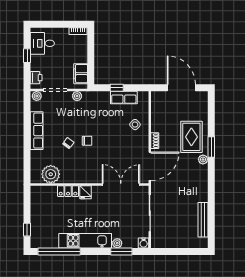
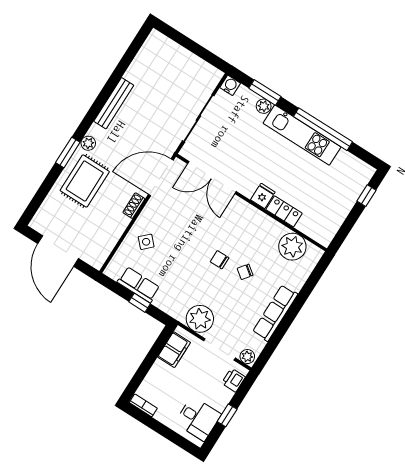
plant: (77, 96) -> (200, 319), width x1.88, depth x1.88
bench: (203, 220) -> (114, 103), moved
window: (59, 251) -> (323, 129), moved

